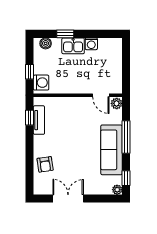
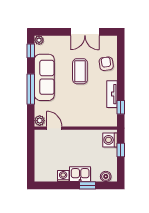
tv unit: (39, 120) -> (112, 94), moved
coffee table: (73, 156) -> (80, 71), added

